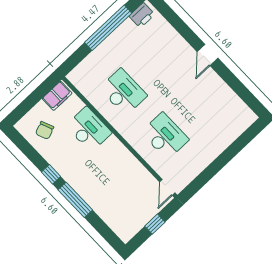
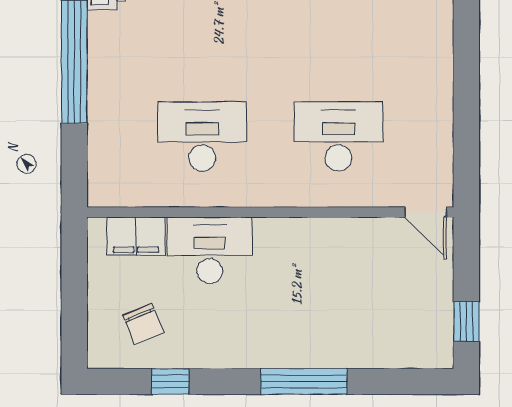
filing cabinet: (57, 96) -> (136, 236), moved, turned 90
window: (51, 174) -> (170, 381), moved
window: (155, 224) -> (466, 322), moved

